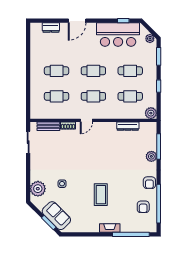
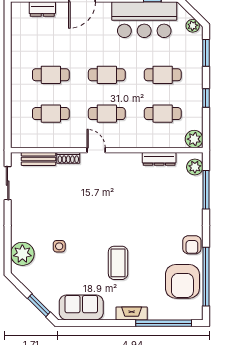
door: (86, 120) -> (96, 150), swing flipped
plant: (151, 156) -> (195, 167), moved
armchair: (143, 207) -> (182, 281), width x1.88, depth x1.88
sofa: (56, 216) -> (81, 307), moved, turned -45

